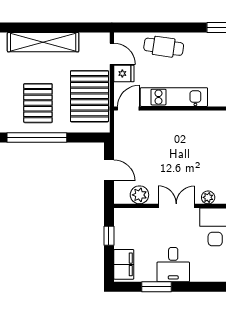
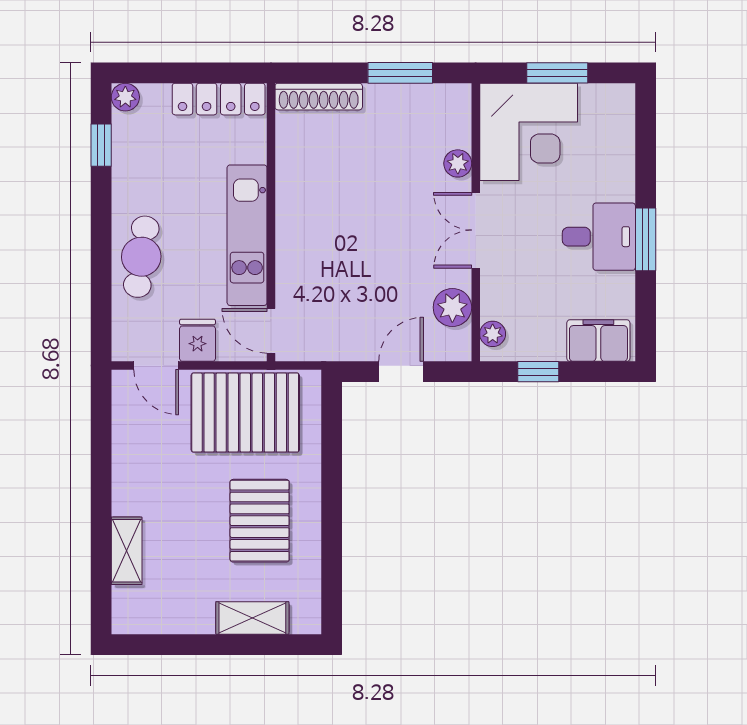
shelving: (43, 42) -> (127, 551), width x0.45, depth x0.75
door: (112, 54) -> (156, 366), swing flipped
pallet: (38, 103) -> (260, 521), turned 90
window: (37, 137) -> (332, 523), removed
plant: (127, 214) -> (493, 334), added
window: (156, 287) -> (646, 239), moved

